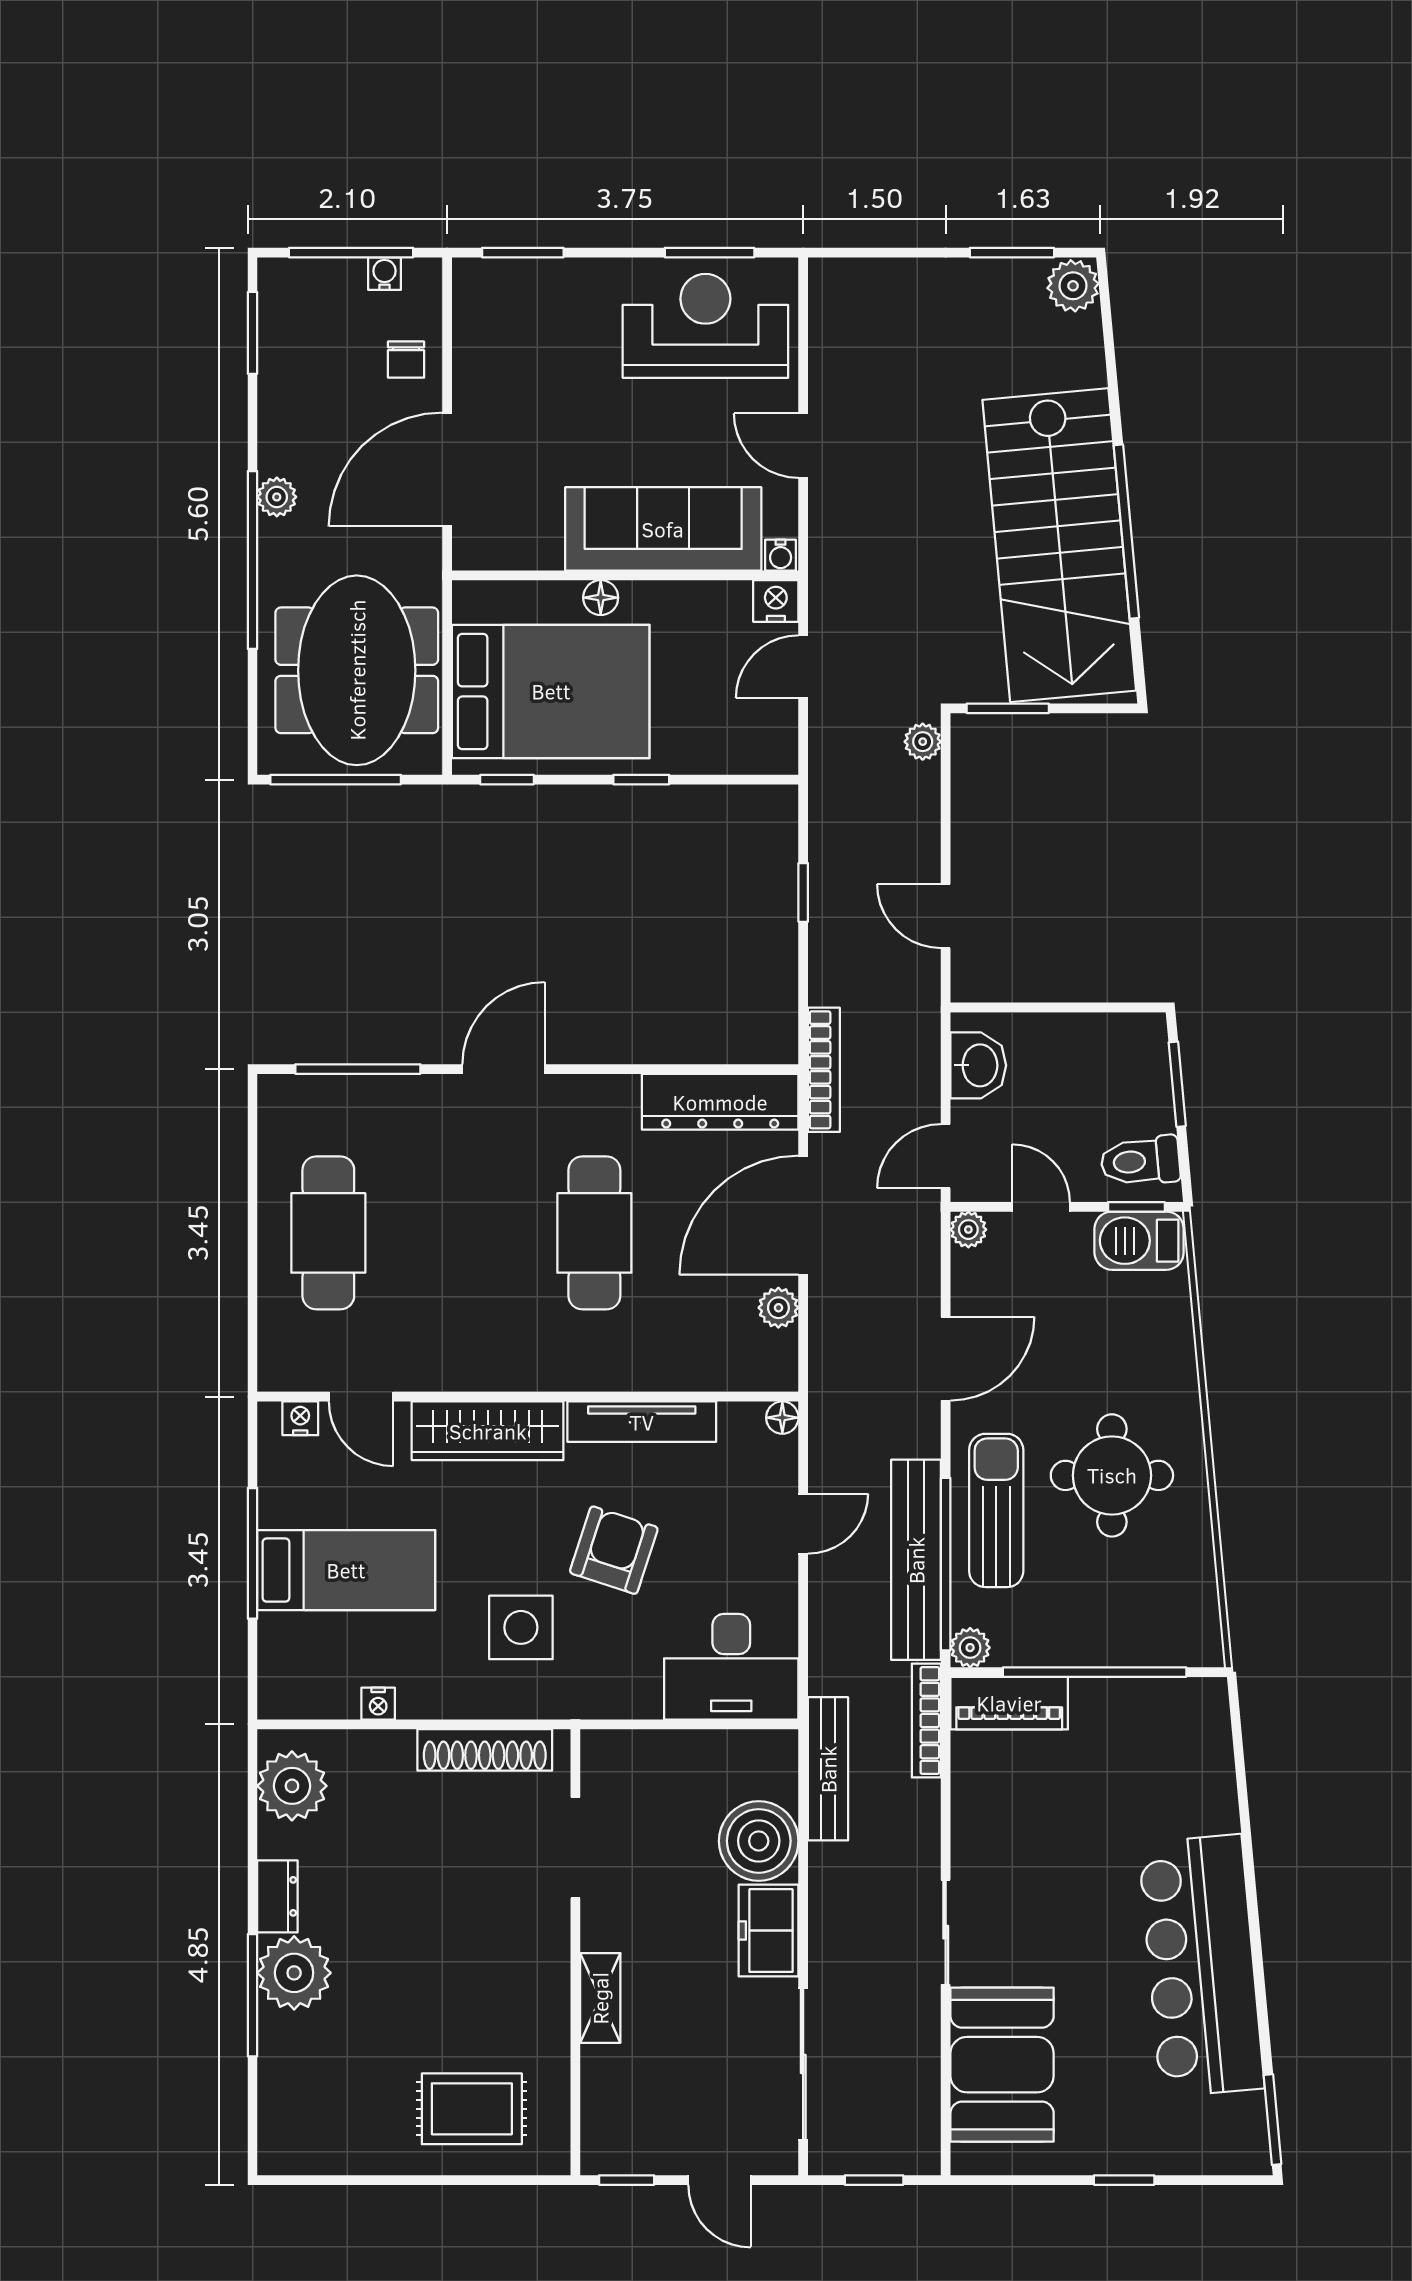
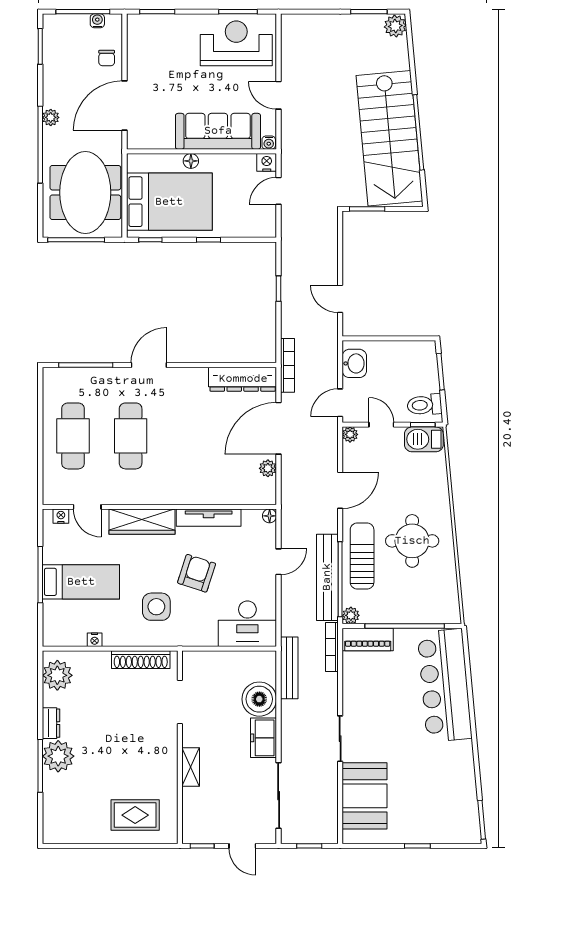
plant: (923, 742) -> (330, 223), removed
cafe table: (594, 1233) -> (131, 436), moved
bar counter: (1201, 1966) -> (445, 685), moved

